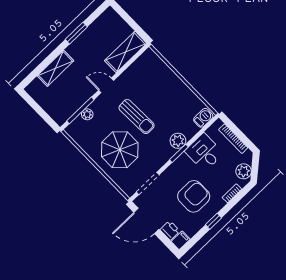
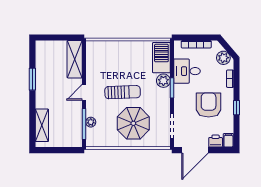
shelving: (55, 68) -> (42, 125), moved
barbecue: (203, 118) -> (161, 58), width x1.88, depth x1.53

